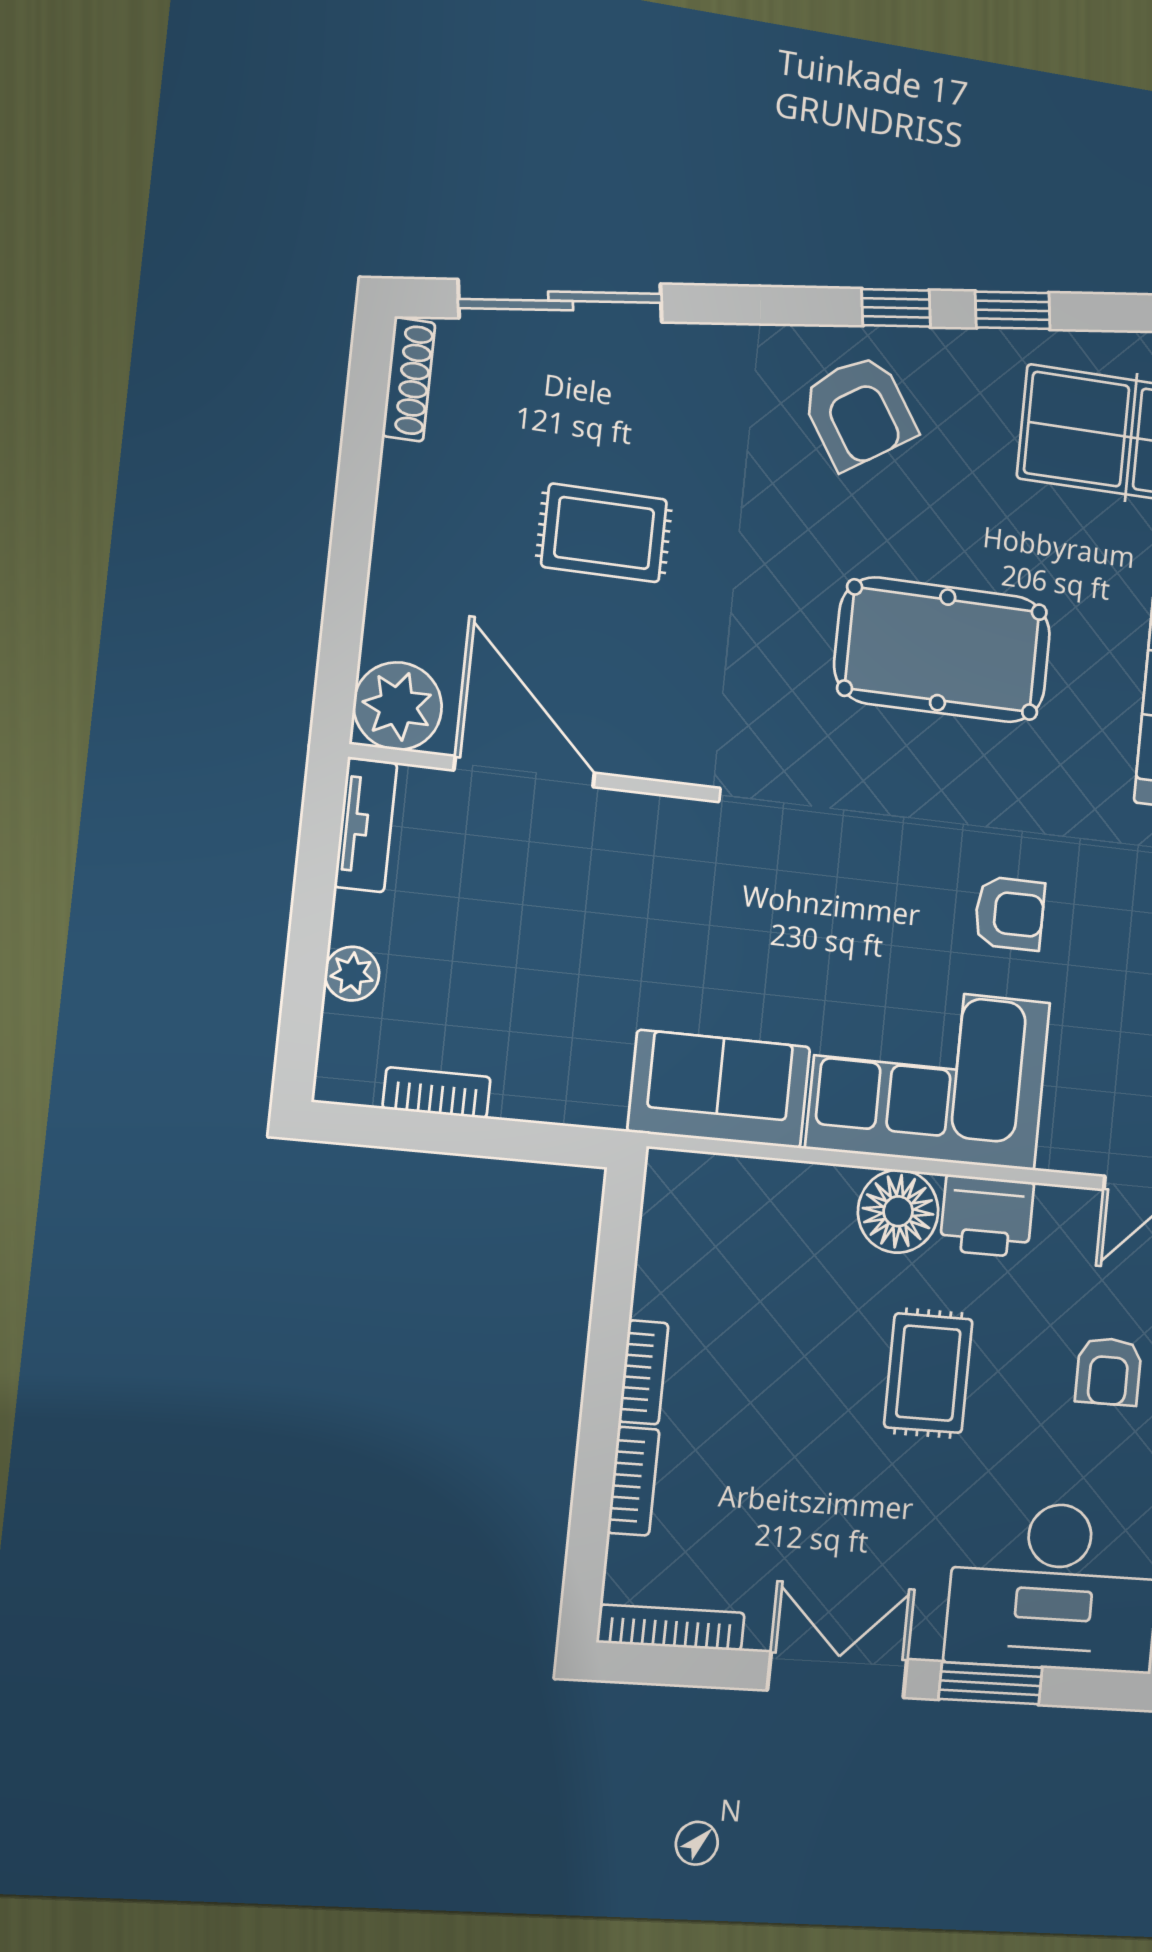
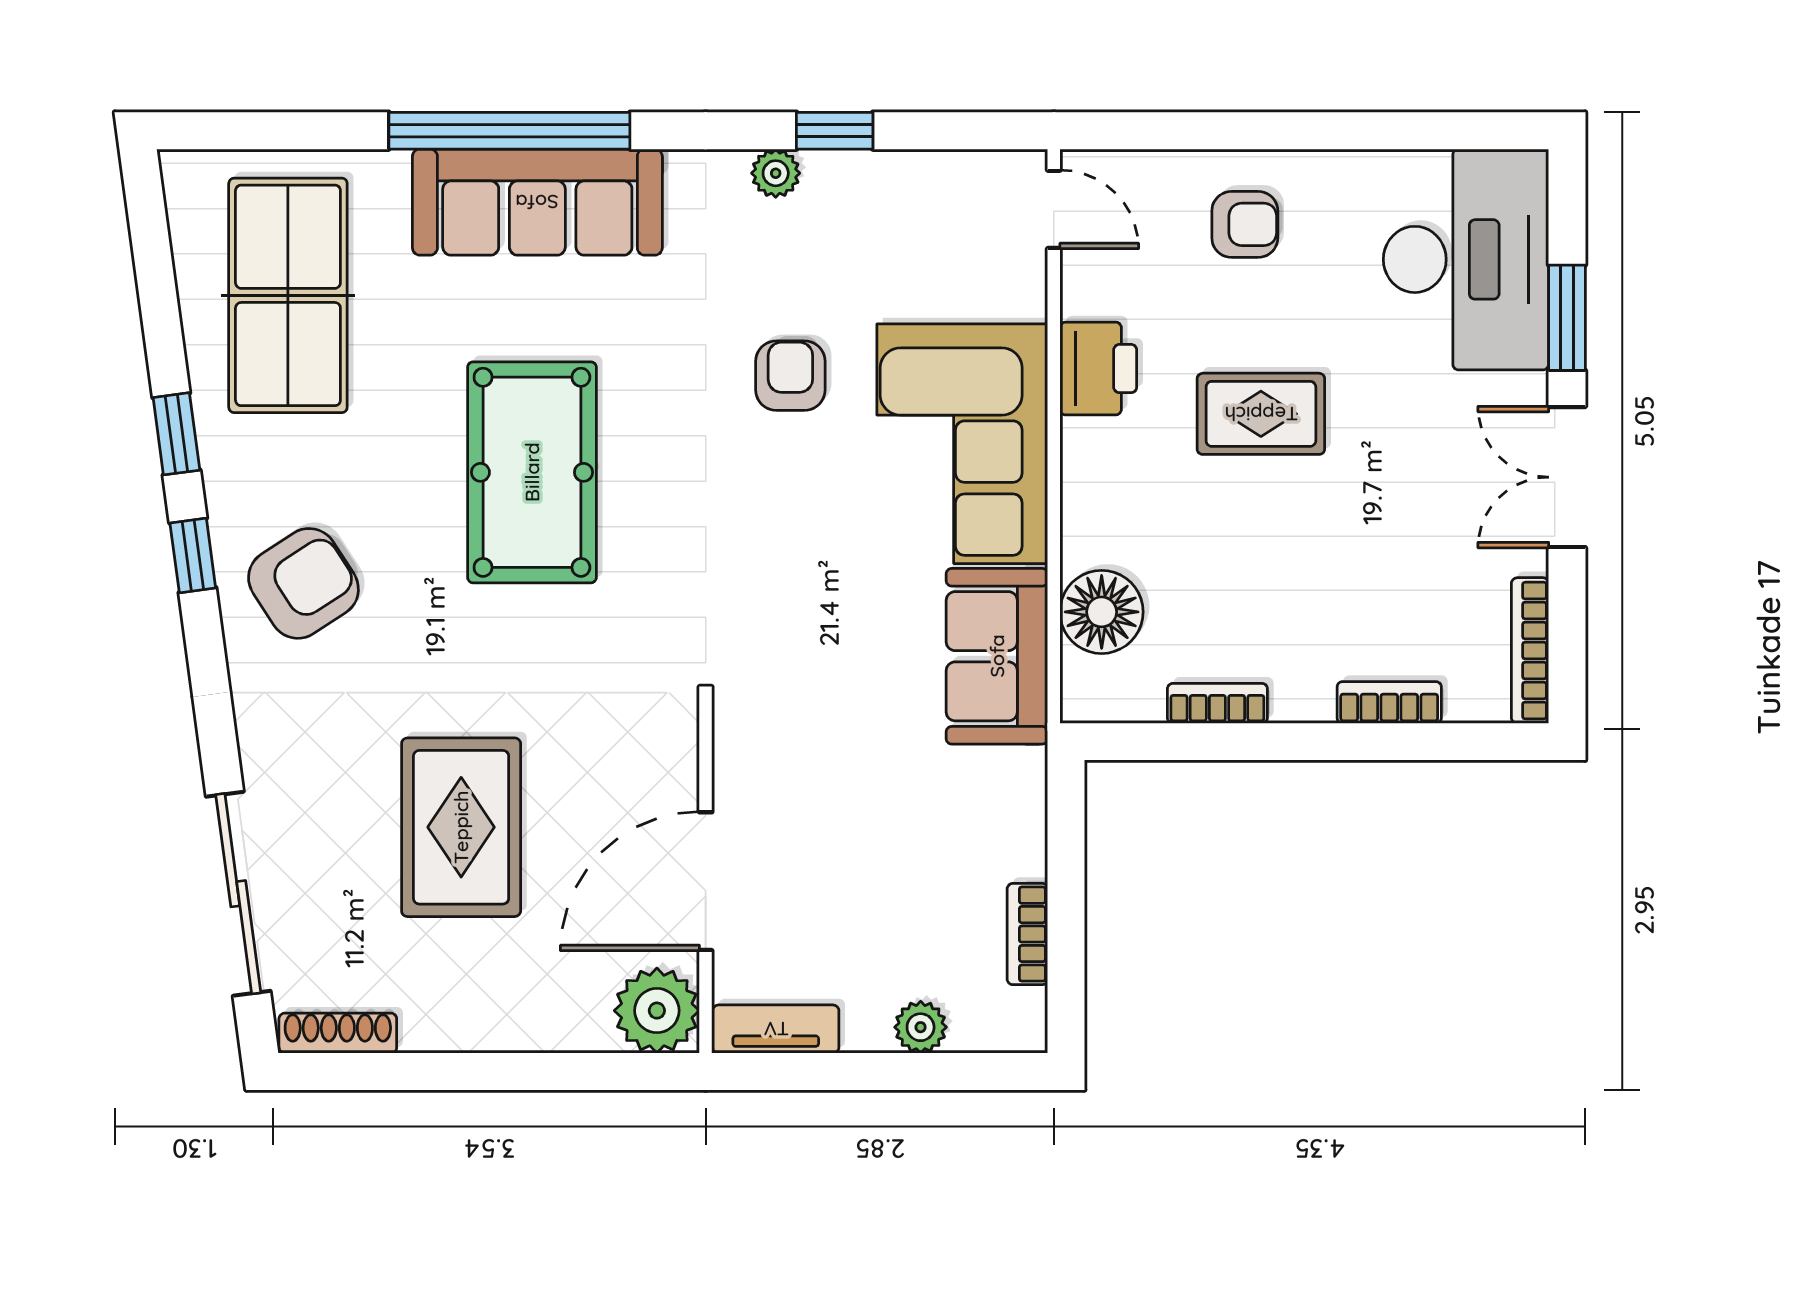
rug: (604, 533) -> (461, 827), width x1.36, depth x1.43
floor lamp: (898, 1211) -> (1102, 612), moved
bookcase: (643, 1372) -> (1217, 703), moved

